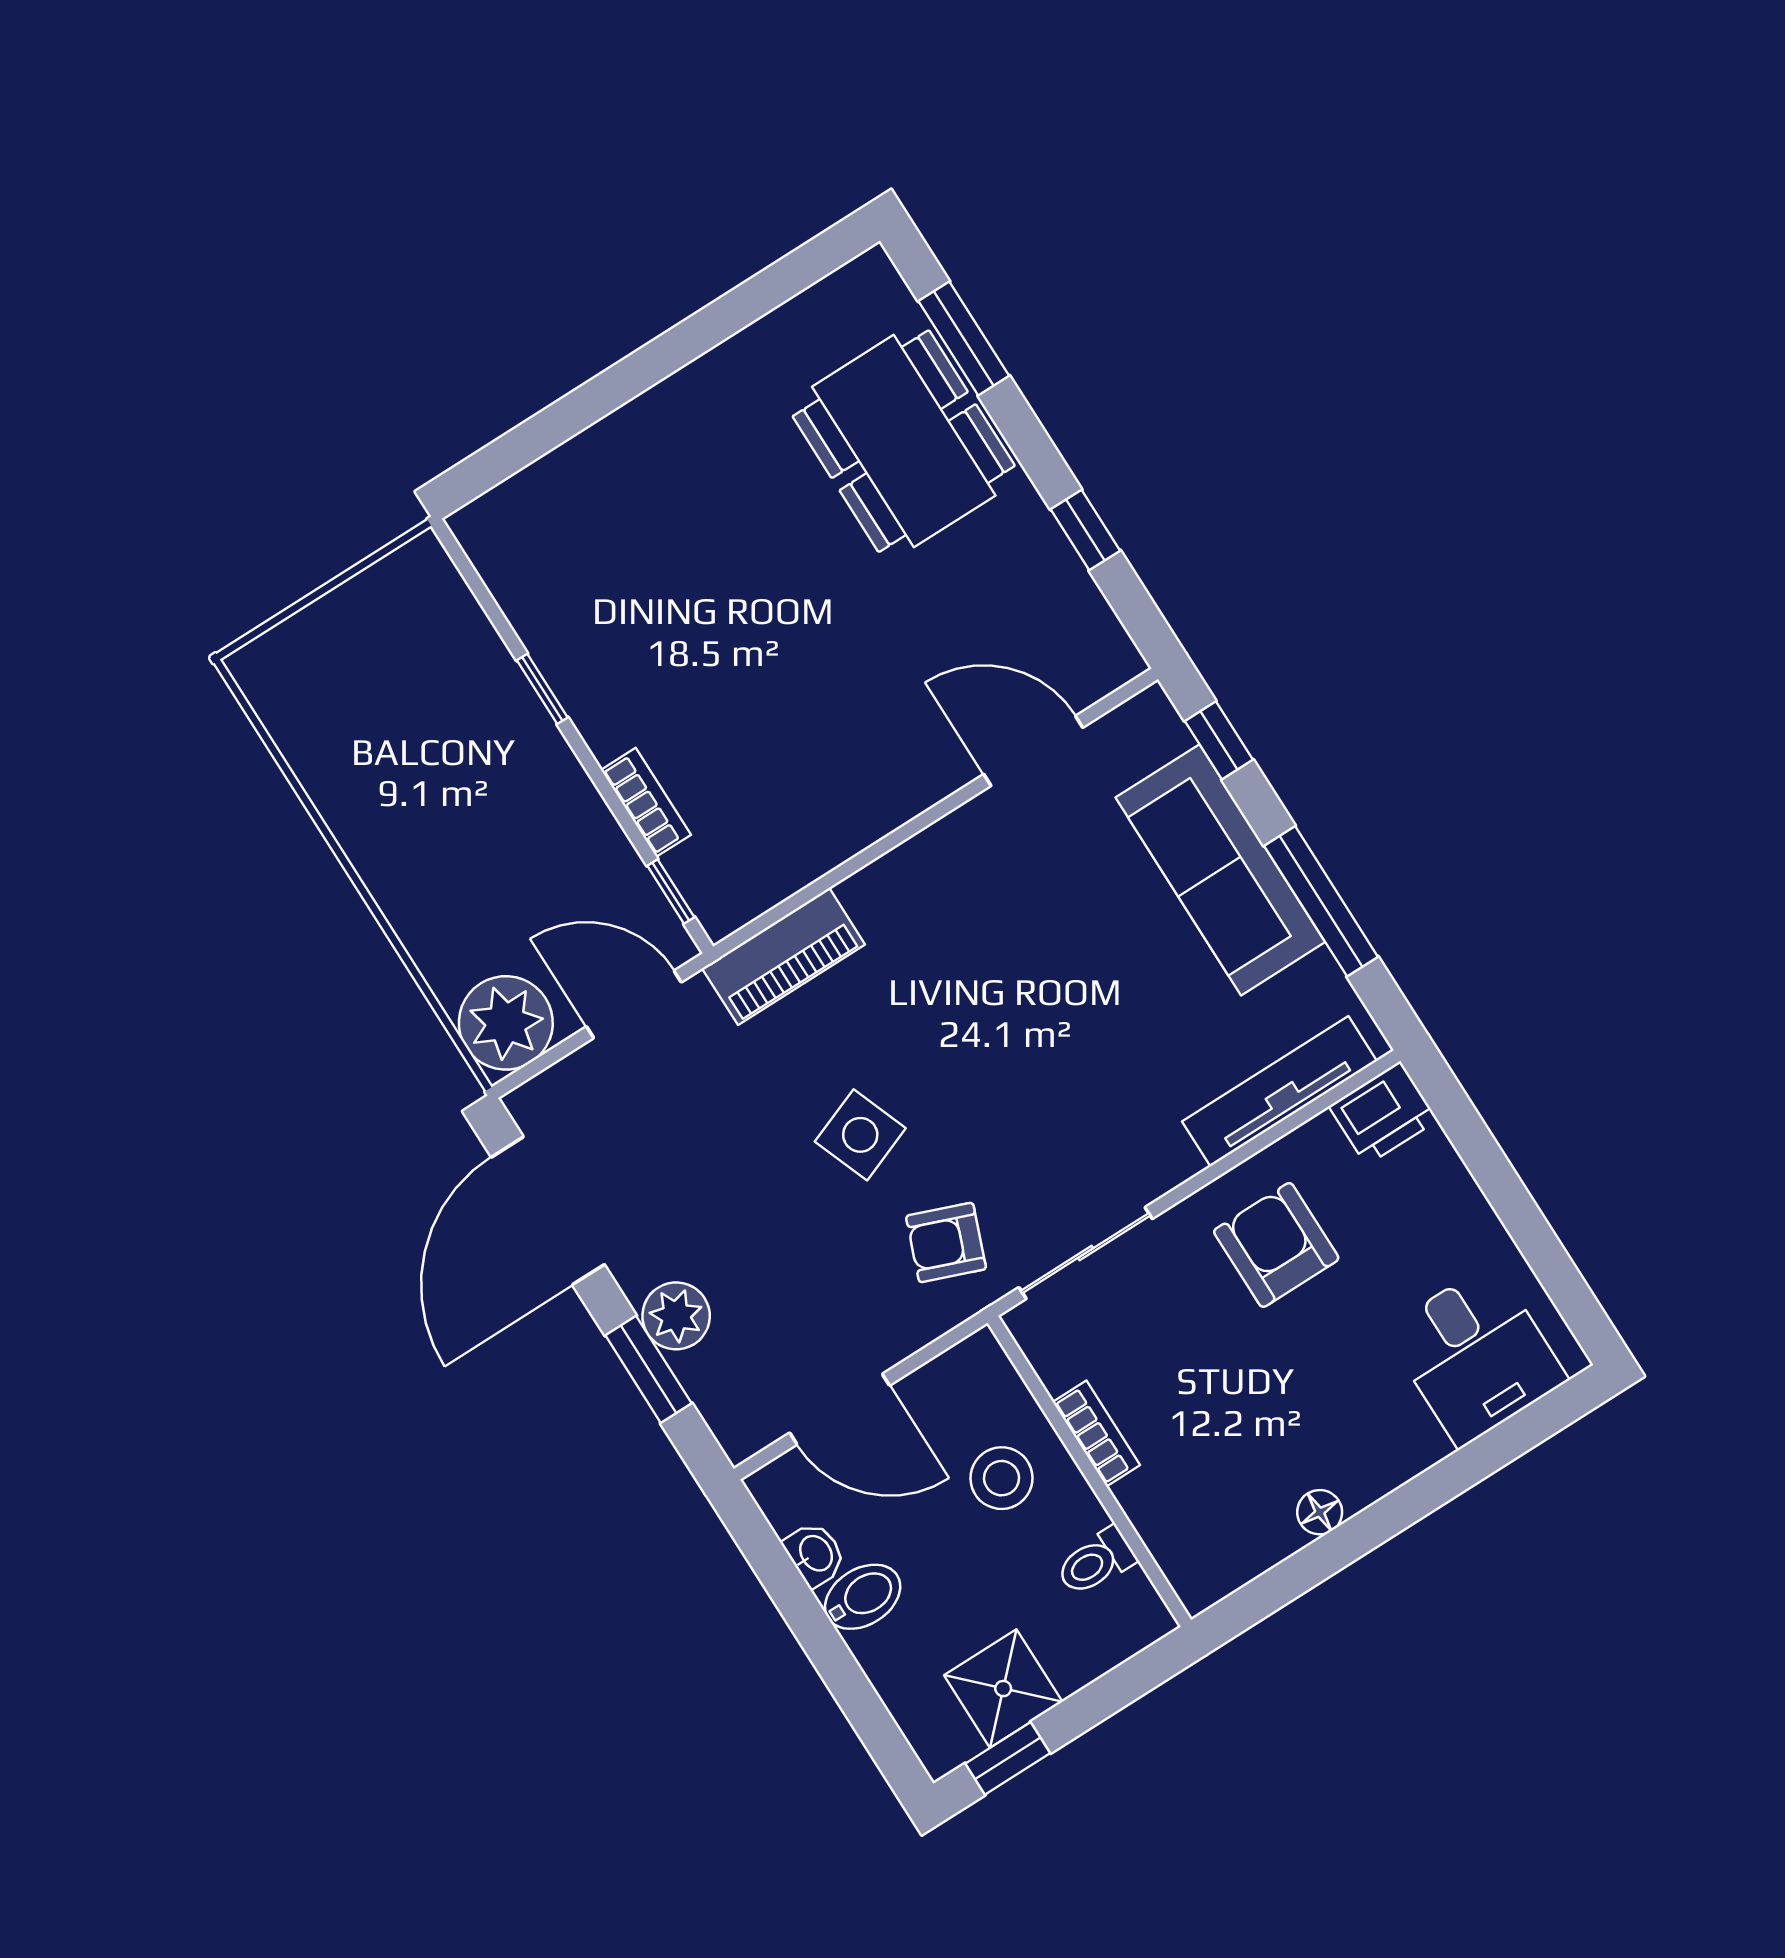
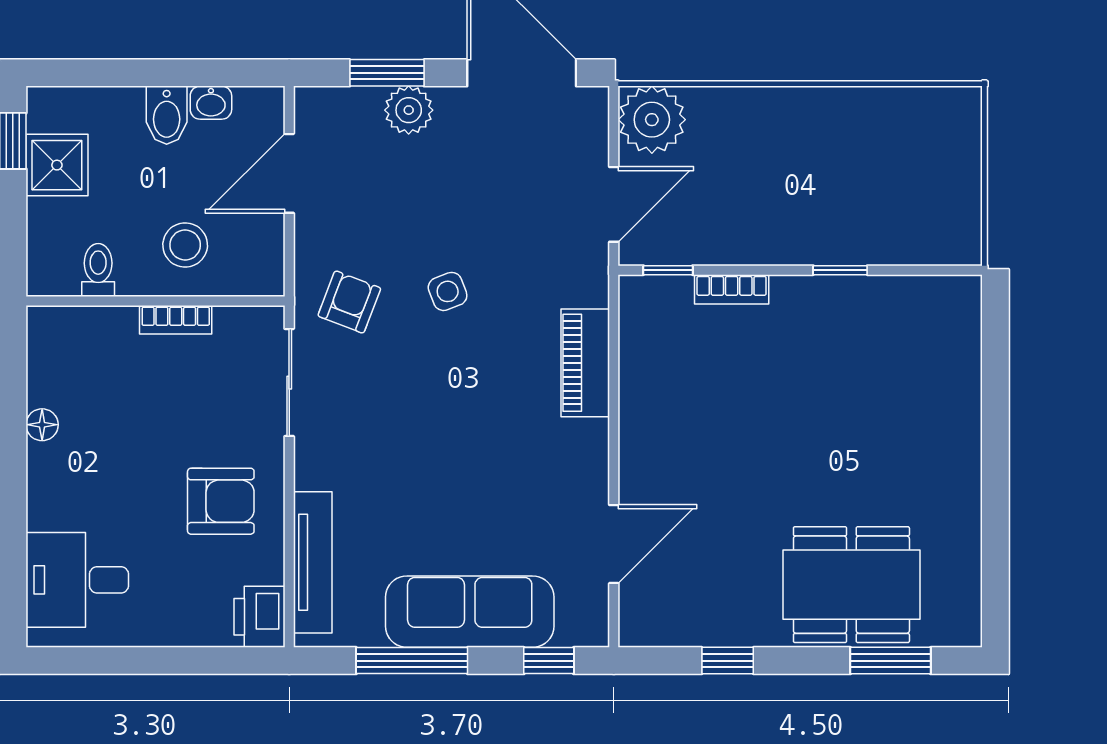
piano: (784, 956) -> (585, 363), moved
side table: (860, 1135) -> (448, 291), width x0.73, depth x0.73

